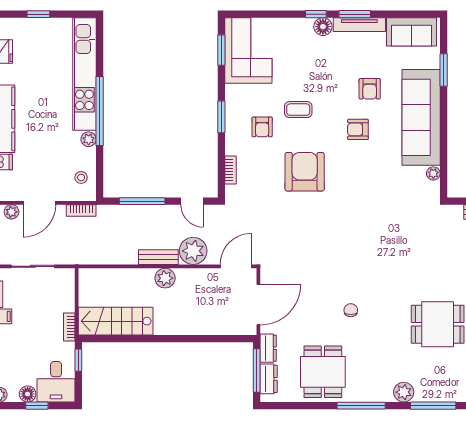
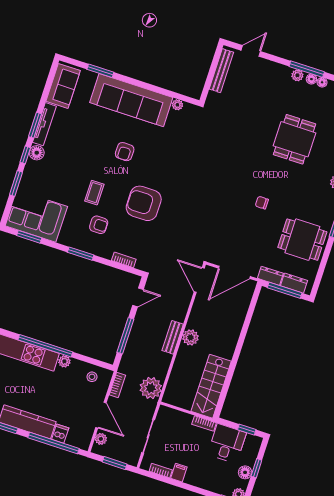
window: (279, 14) -> (16, 183), added
armchair: (370, 89) -> (96, 132), removed
plant: (193, 251) -> (151, 388), moved
door: (258, 305) -> (234, 272), swing flipped
window: (78, 360) -> (247, 430), moved
desk: (56, 382) -> (227, 443), moved, turned -90

